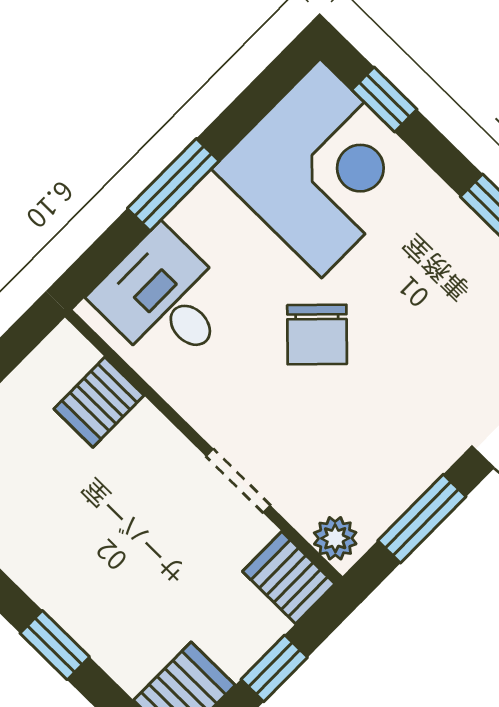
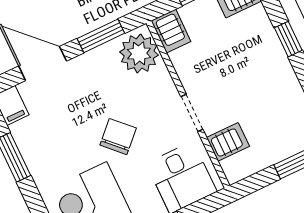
doorway: (238, 481) -> (192, 113), moved
plant: (335, 538) -> (139, 53), width x1.88, depth x1.88

